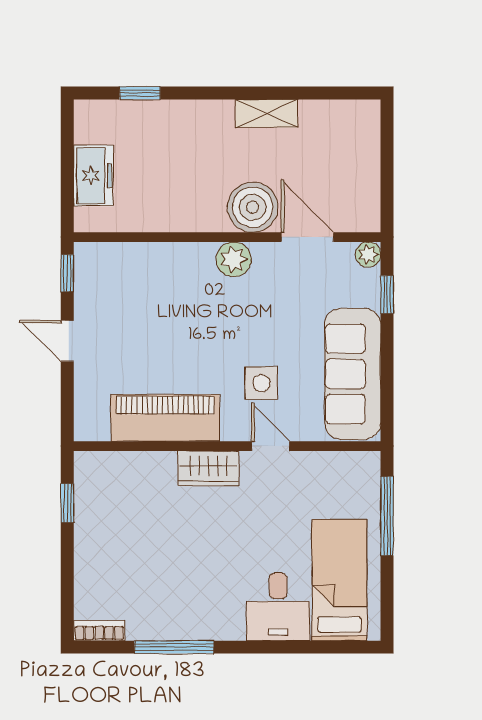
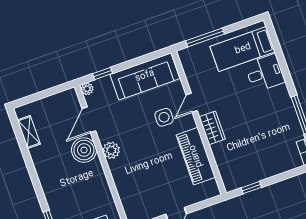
shelving: (267, 113) -> (29, 132), moved

